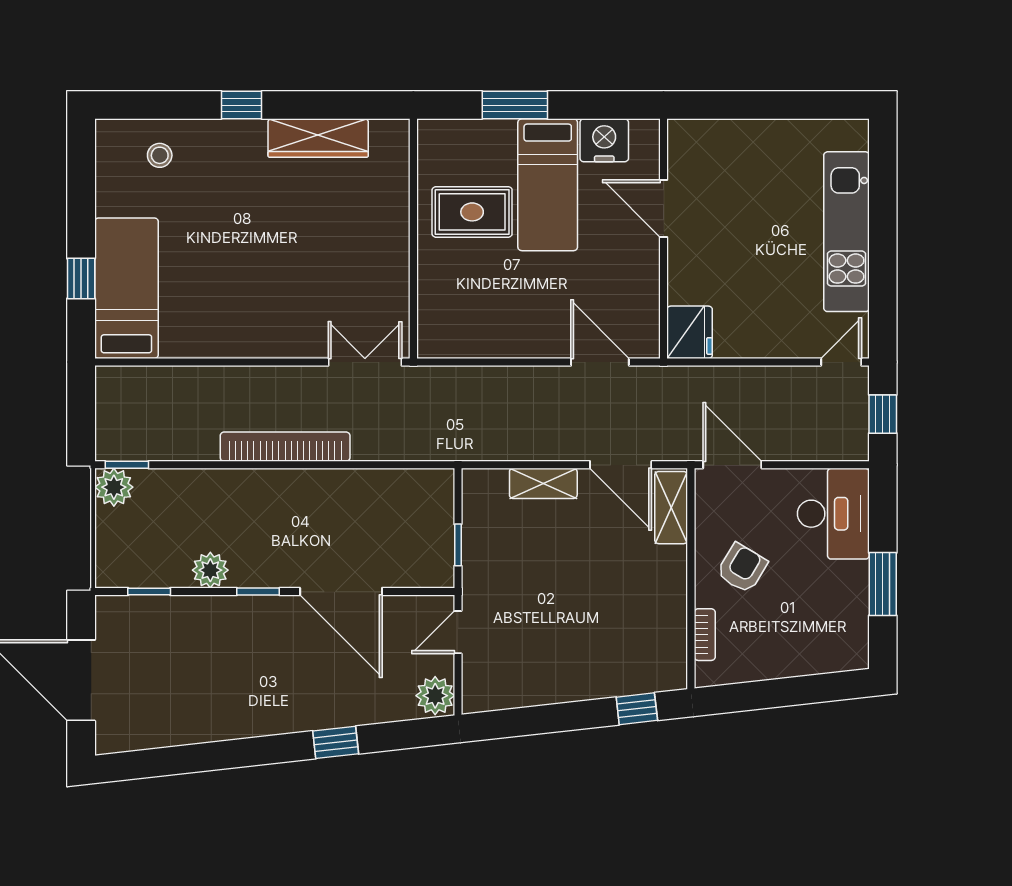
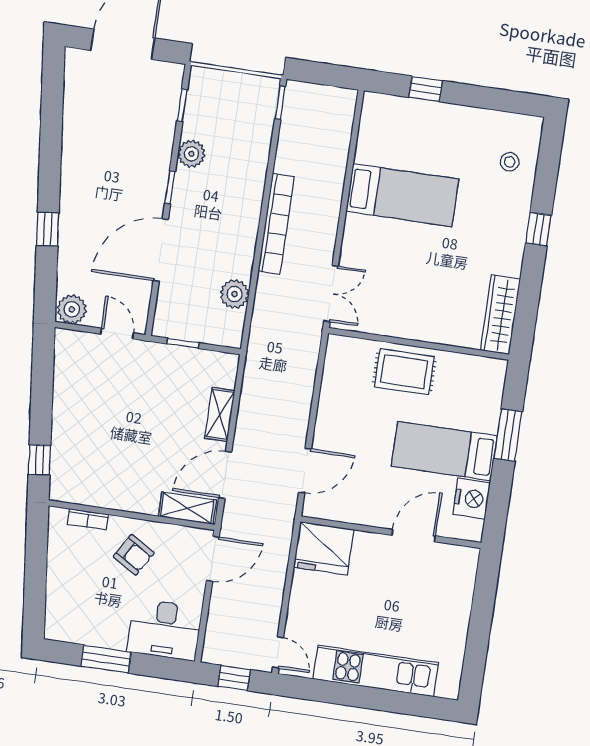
wardrobe: (318, 138) -> (500, 315), moved
rug: (472, 212) -> (404, 372), moved, turned 90
bed: (126, 288) -> (402, 195), moved
fridge: (690, 332) -> (324, 548), width x1.36, depth x1.34
plant: (114, 487) -> (235, 294), moved

